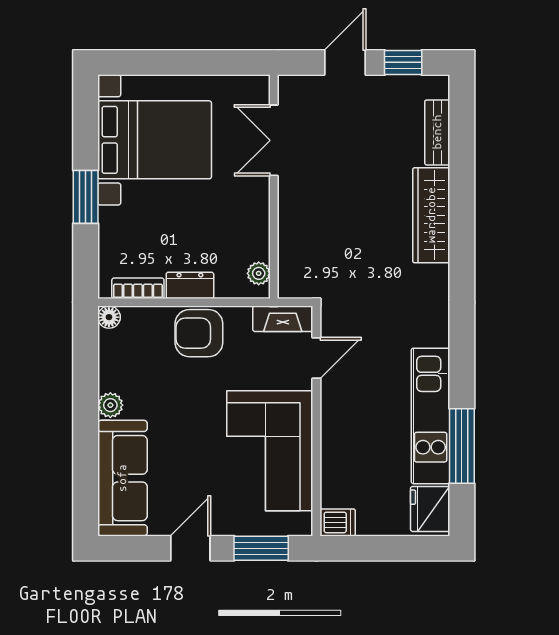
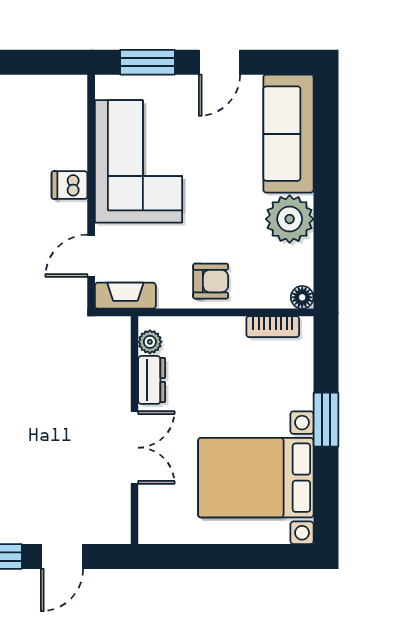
double door: (274, 140) -> (135, 448), moved
dresser: (190, 285) -> (152, 380), moved, turned -90
armchair: (199, 333) -> (211, 281), width x0.72, depth x0.72
plant: (110, 405) -> (290, 219), width x1.88, depth x1.88
dishwasher: (338, 522) -> (70, 185), moved

